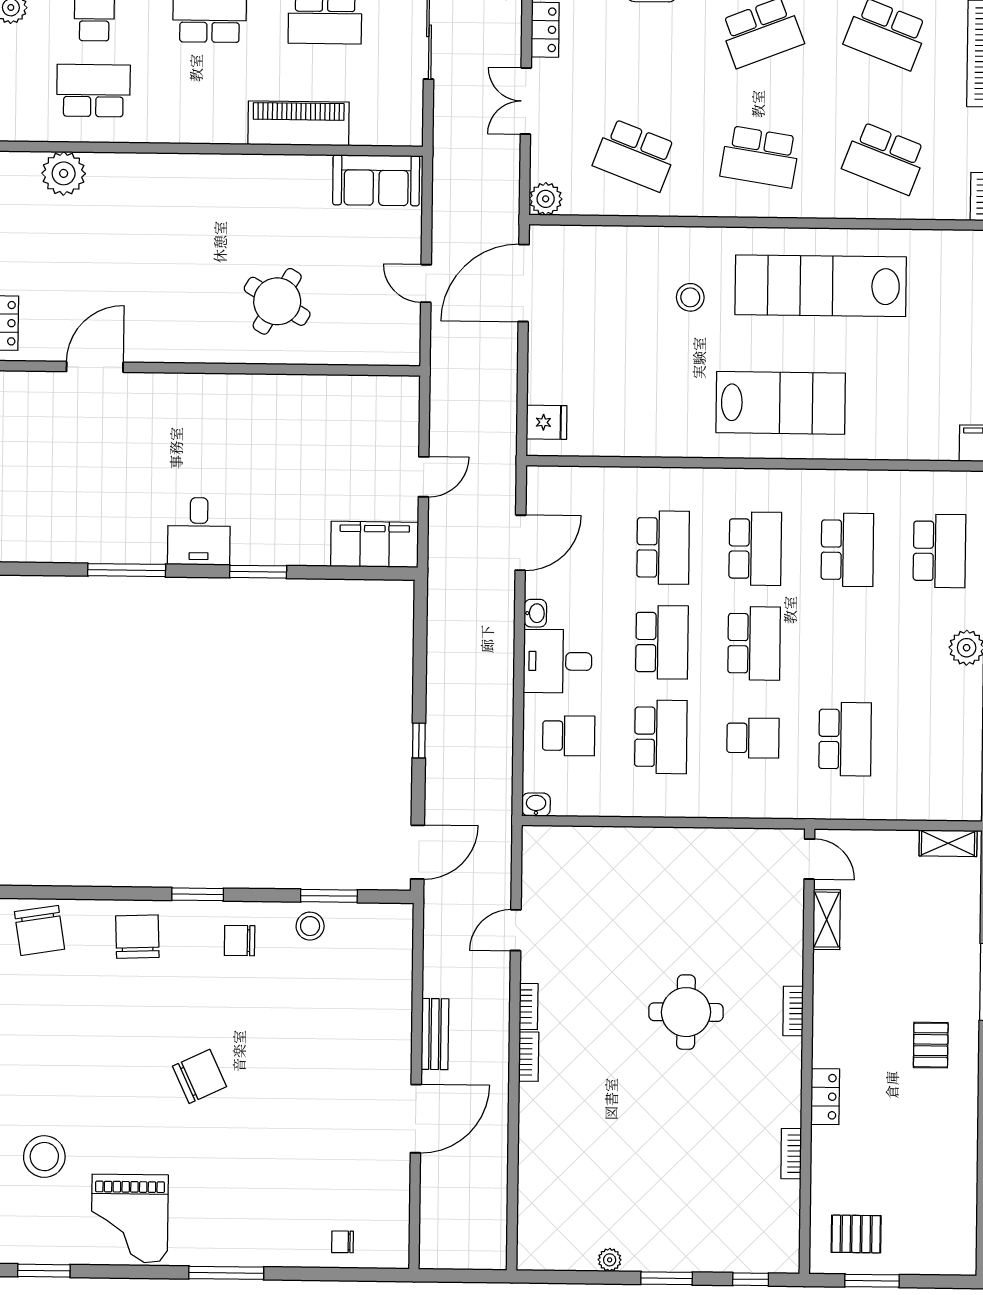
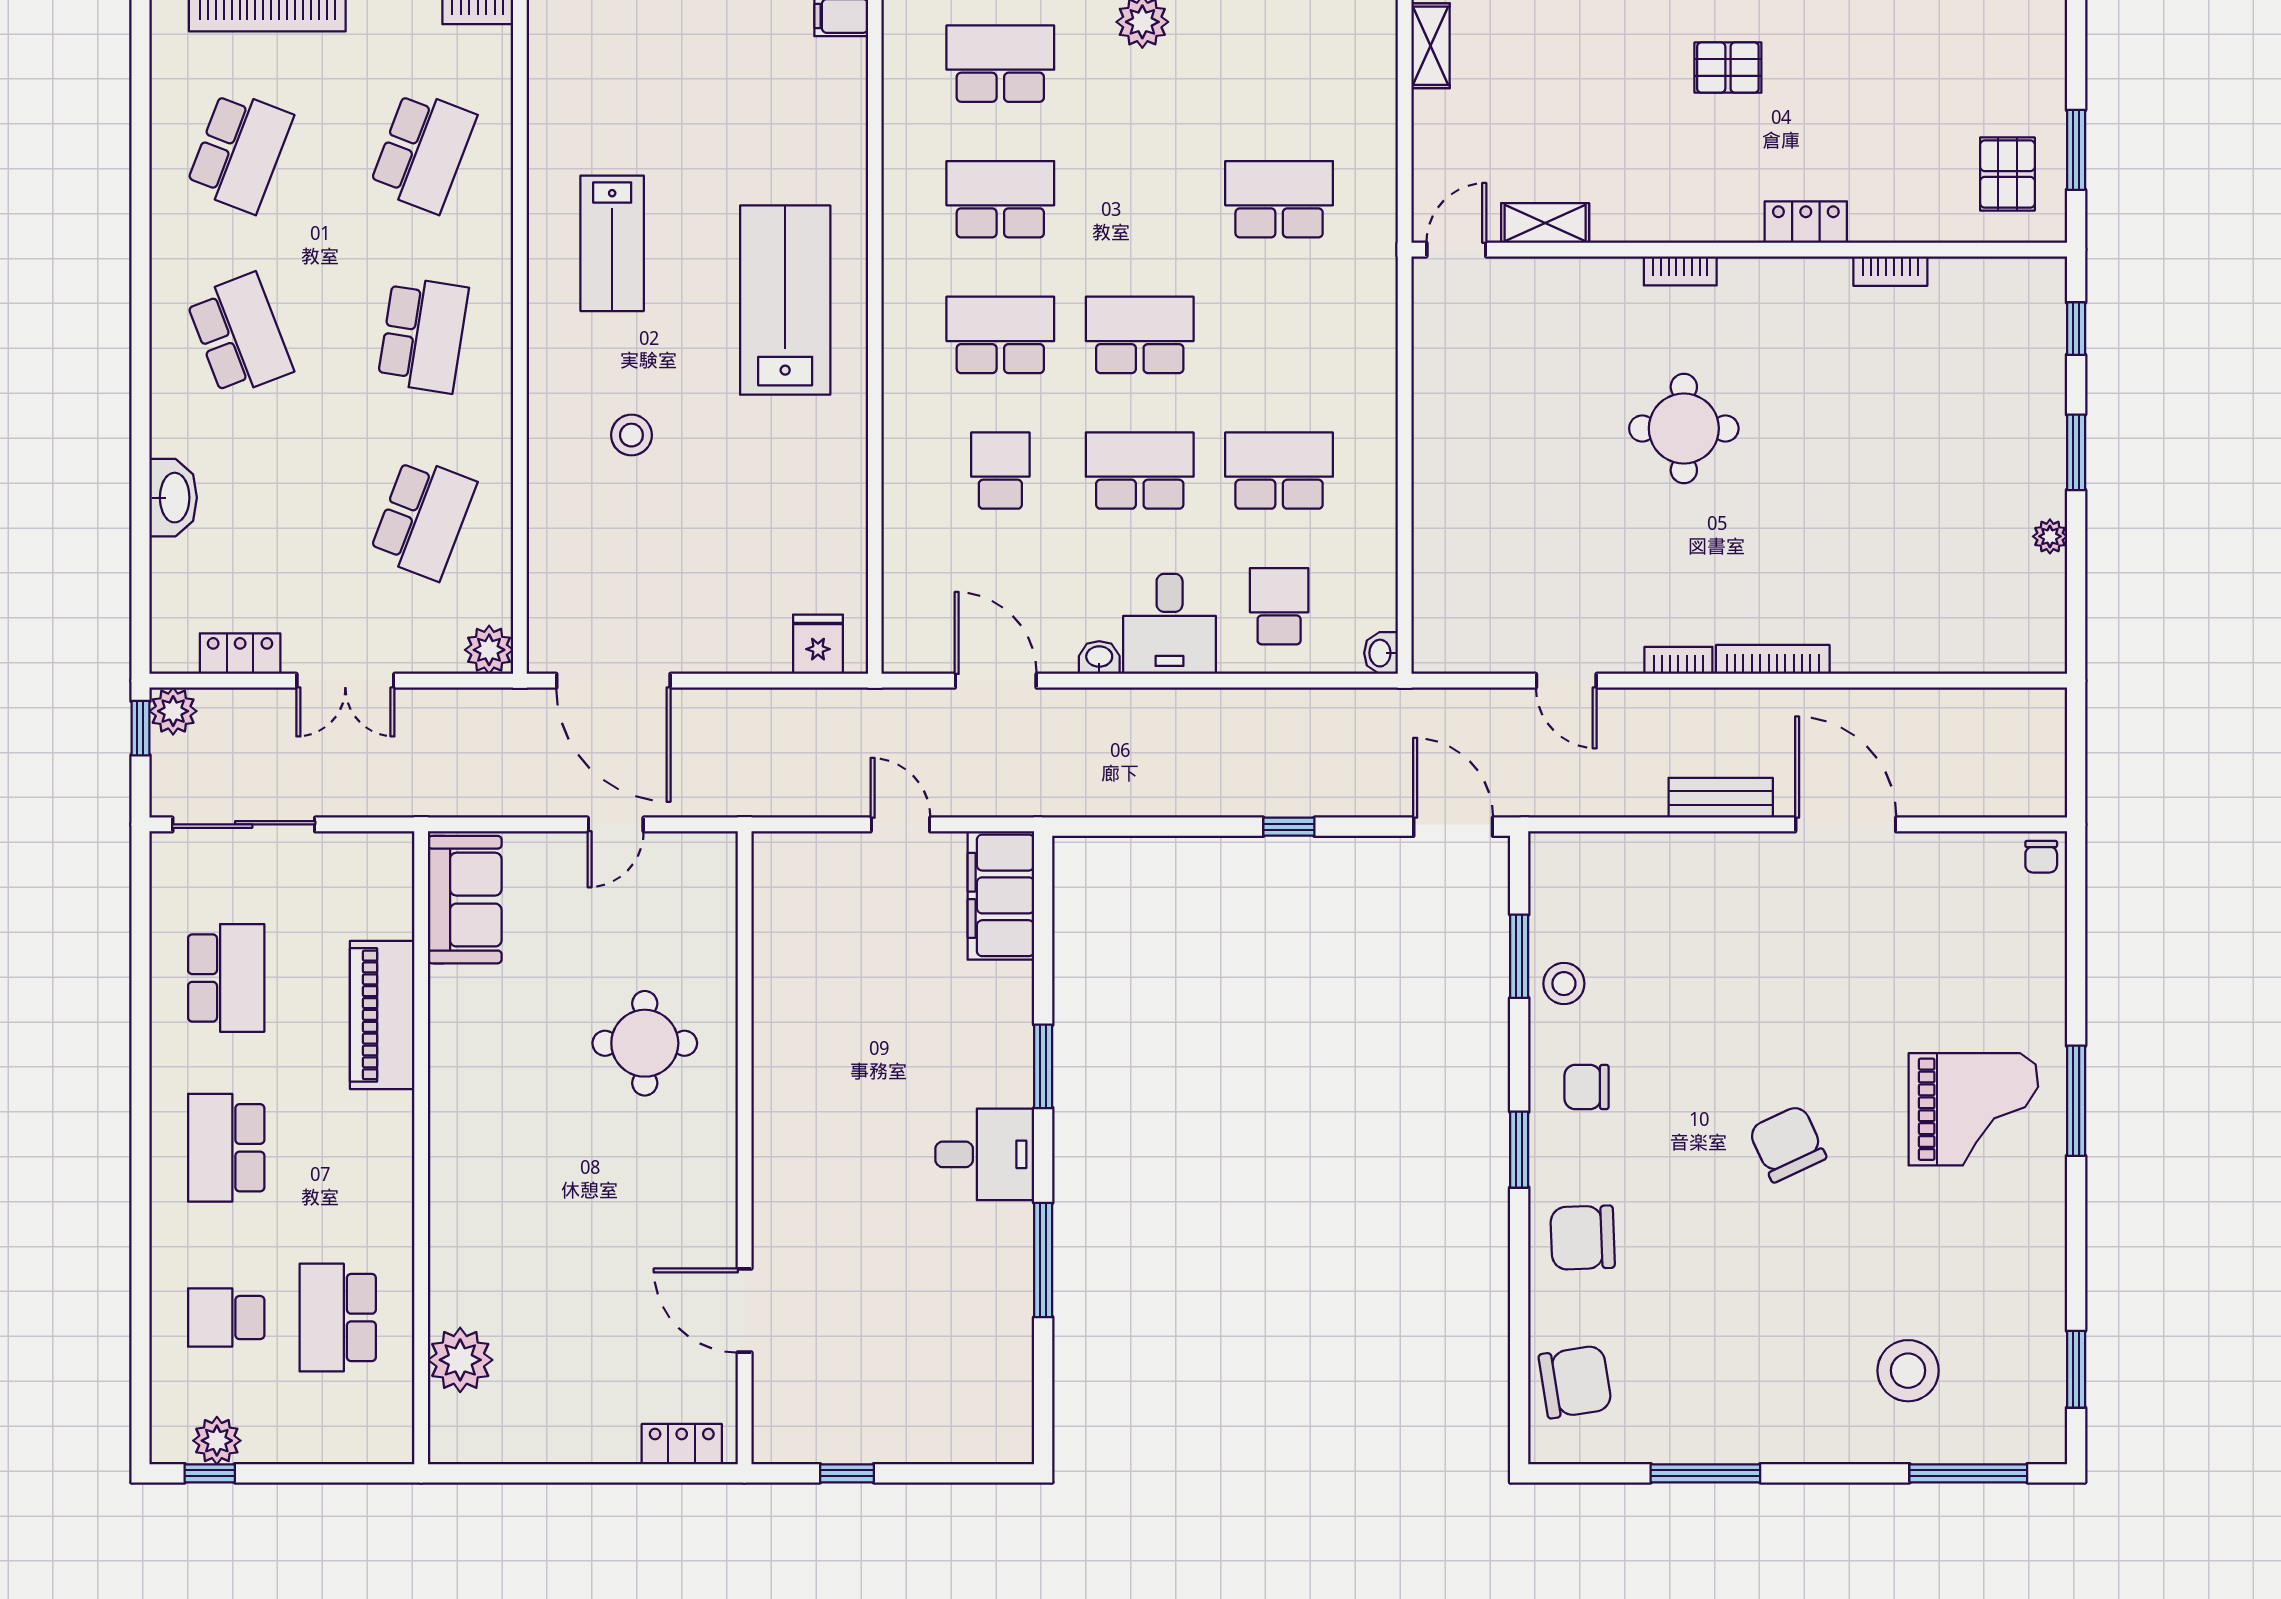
lab bench: (821, 286) -> (612, 243), width x0.54, depth x0.72
round table: (277, 301) -> (645, 1043), turned -31
school desk: (663, 548) -> (1000, 471), width x0.54
school desk: (753, 738) -> (1279, 335), removed
chair: (240, 941) -> (1587, 1087), turned 90
bookcase: (529, 1057) -> (1773, 659), width x1.56
grand piano: (130, 1219) -> (1973, 1109), moved
chair: (343, 1242) -> (2041, 857), moved

